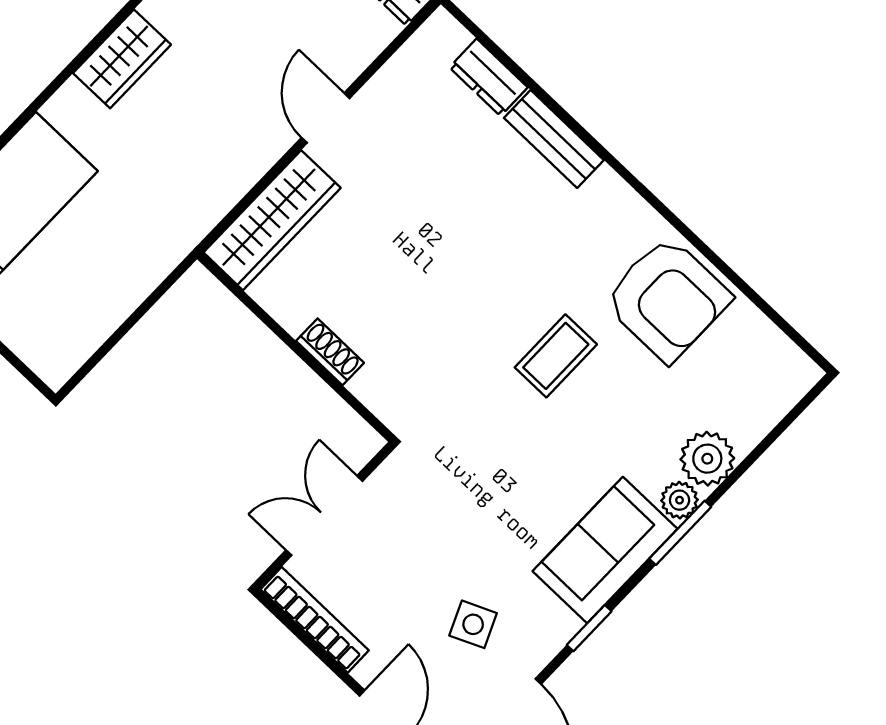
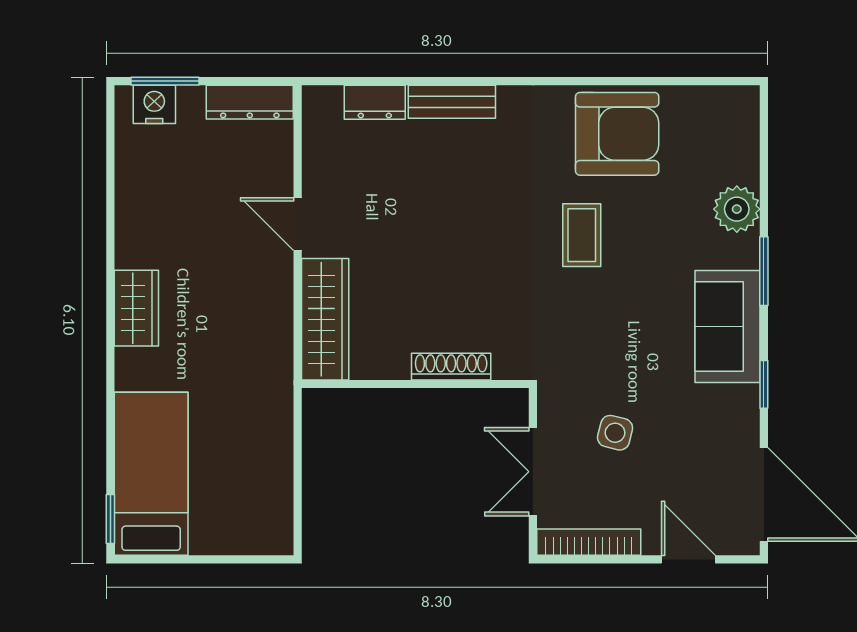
shoe rack: (330, 352) -> (451, 367), width x1.43
plant: (680, 500) -> (744, 251), removed
side table: (473, 624) -> (615, 433), moved, turned 38

